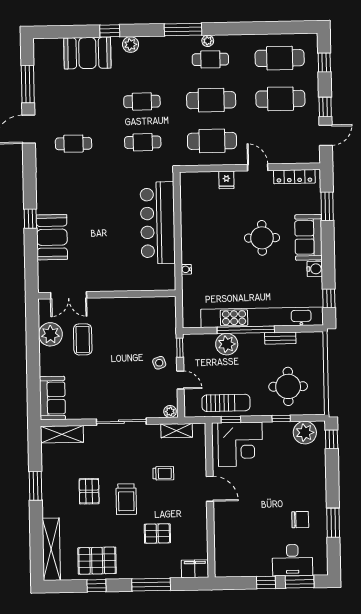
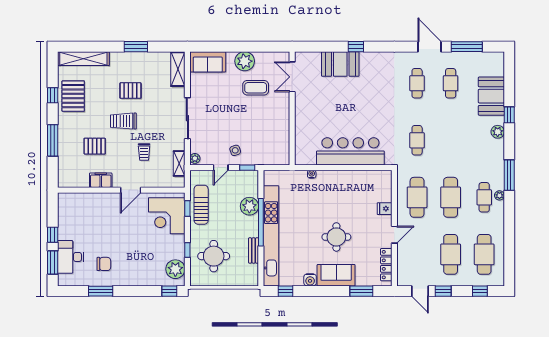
cafe table: (142, 101) -> (451, 83), moved
plant: (50, 334) -> (245, 61), moved
sun lounger: (226, 403) -> (201, 205), turned 180
chair: (300, 520) -> (104, 264), turned -90
pallet: (157, 533) -> (95, 146), turned 90
filing cabinet: (195, 569) -> (101, 180), moved, turned -90

